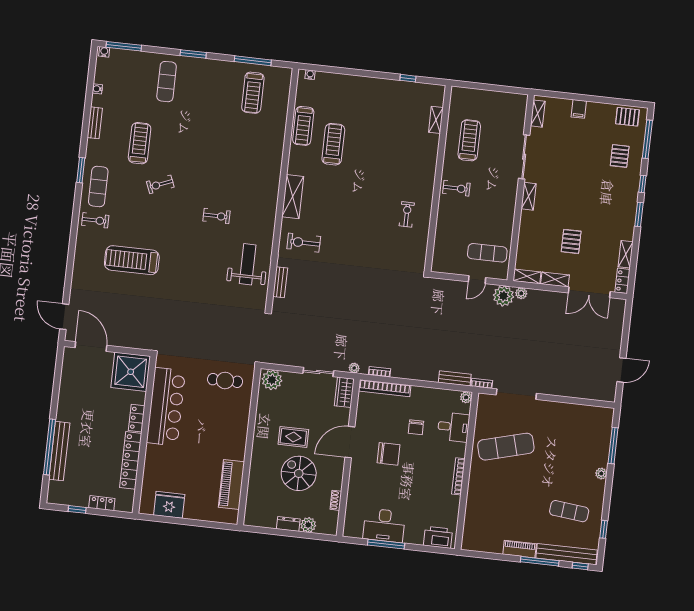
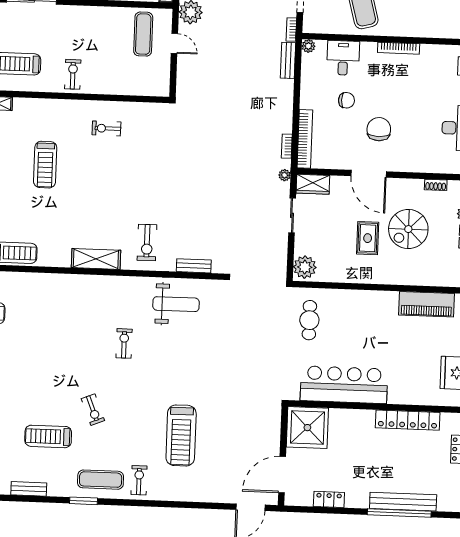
treadmill: (333, 144) -> (45, 165), moved, turned -90
weight bench: (248, 264) -> (176, 304), turned 180
locker: (137, 418) -> (329, 499), moved, turned 180

